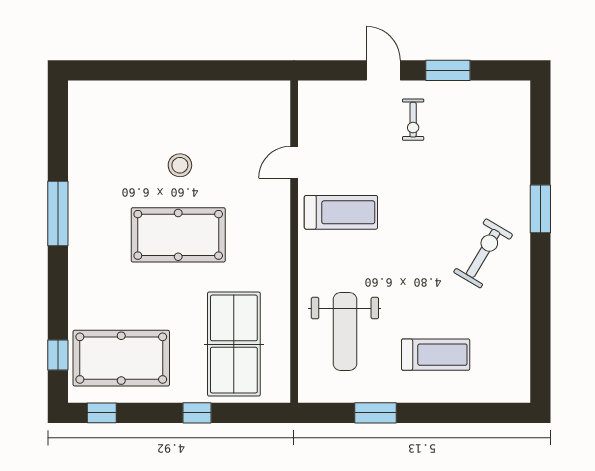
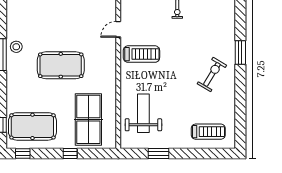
stool: (180, 165) -> (16, 47), moved
weight bench: (345, 331) -> (143, 113), turned 180
treadmill: (436, 355) -> (208, 132), moved

